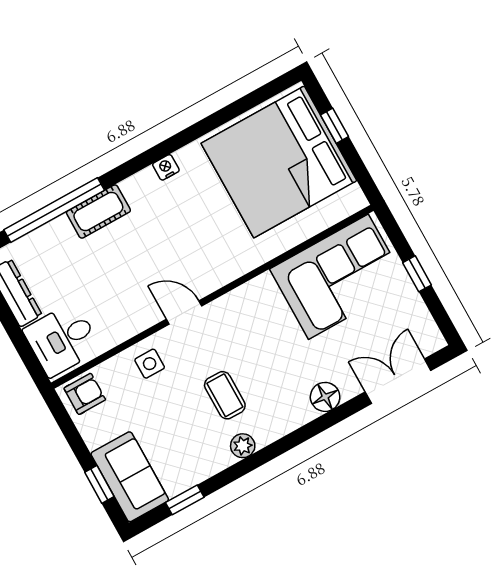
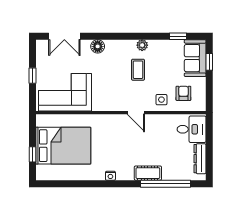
bed: (279, 162) -> (63, 146), width x0.73
armchair: (85, 394) -> (183, 93), moved, turned 90

